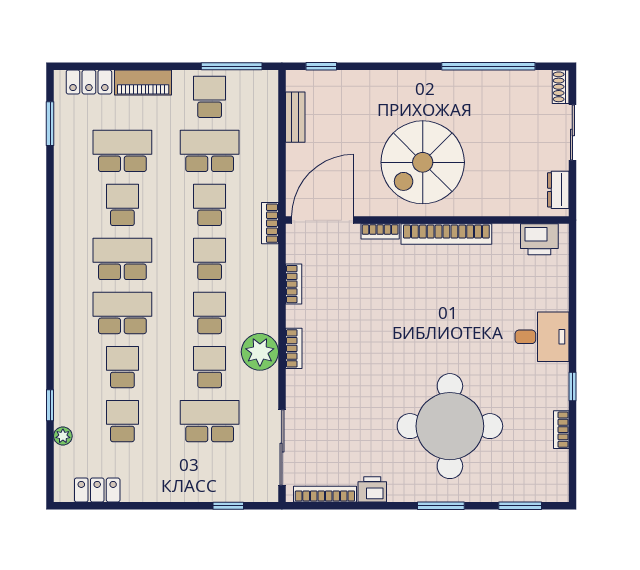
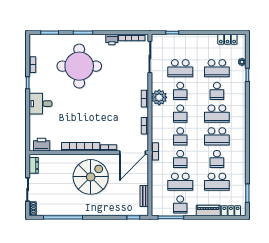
school desk: (122, 421) -> (217, 68), width x1.85

